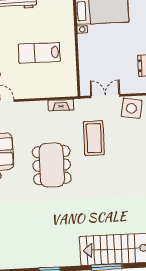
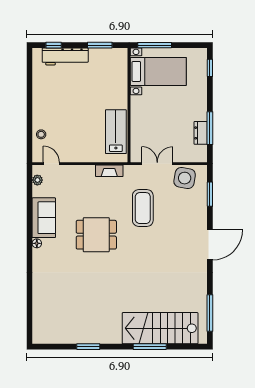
lab bench: (39, 53) -> (116, 132), moved, turned 90
dining table: (52, 165) -> (96, 235), width x0.73

